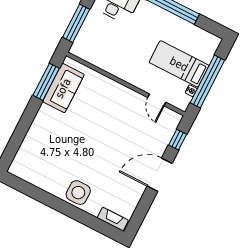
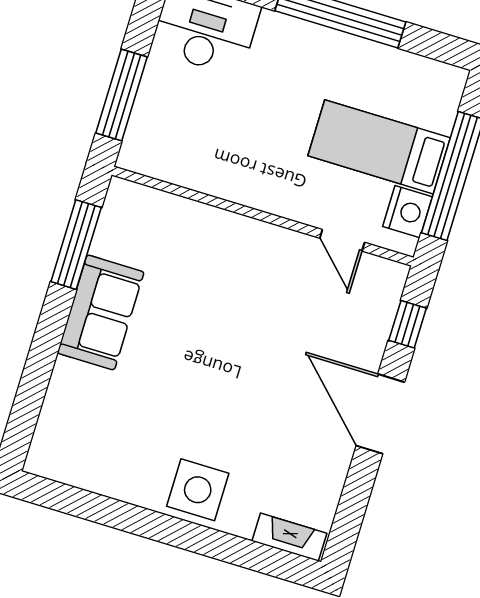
sofa: (63, 88) -> (101, 312), moved
nightstand: (191, 91) -> (407, 212), width x1.89, depth x1.79
door: (160, 175) -> (380, 414), hinge flipped

